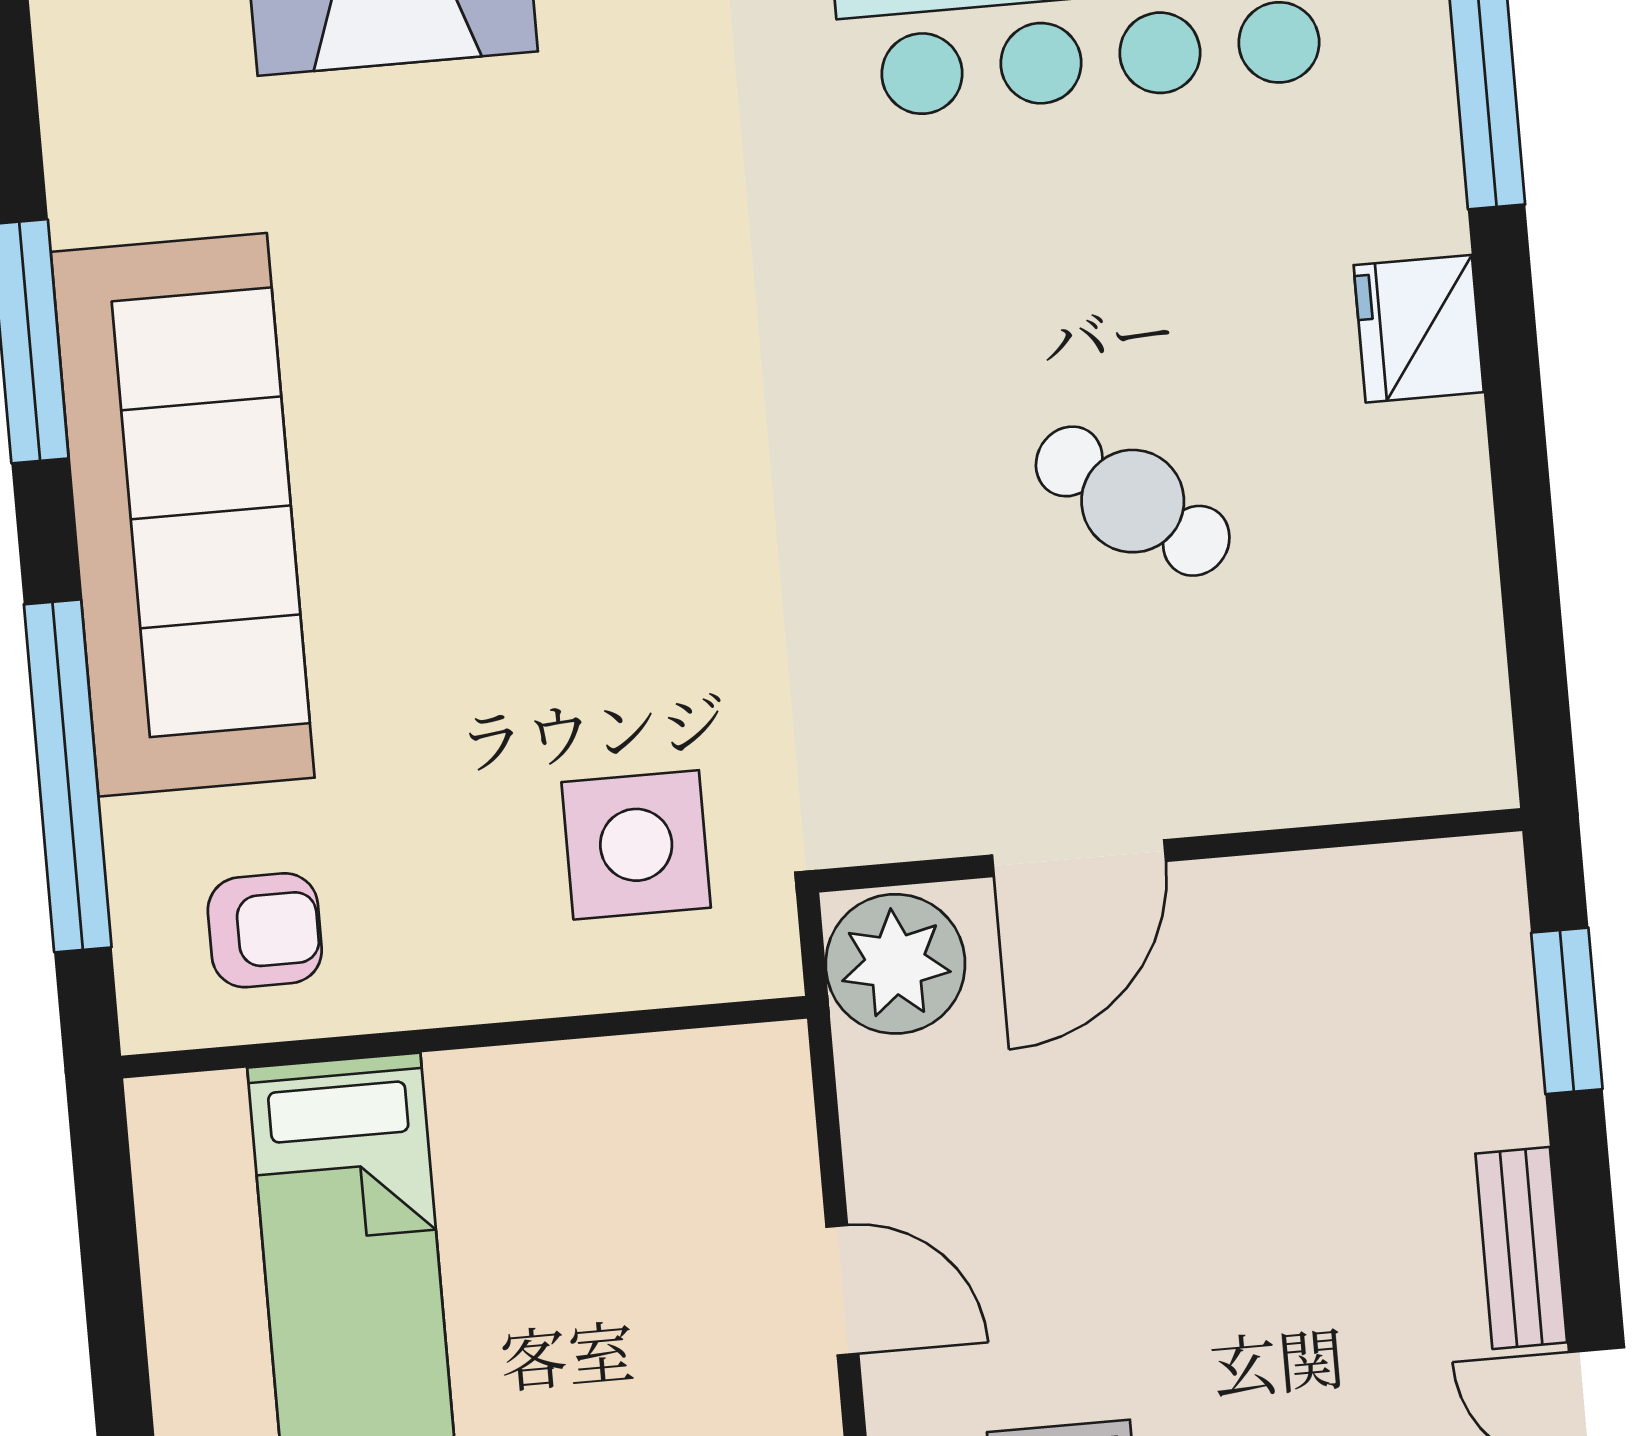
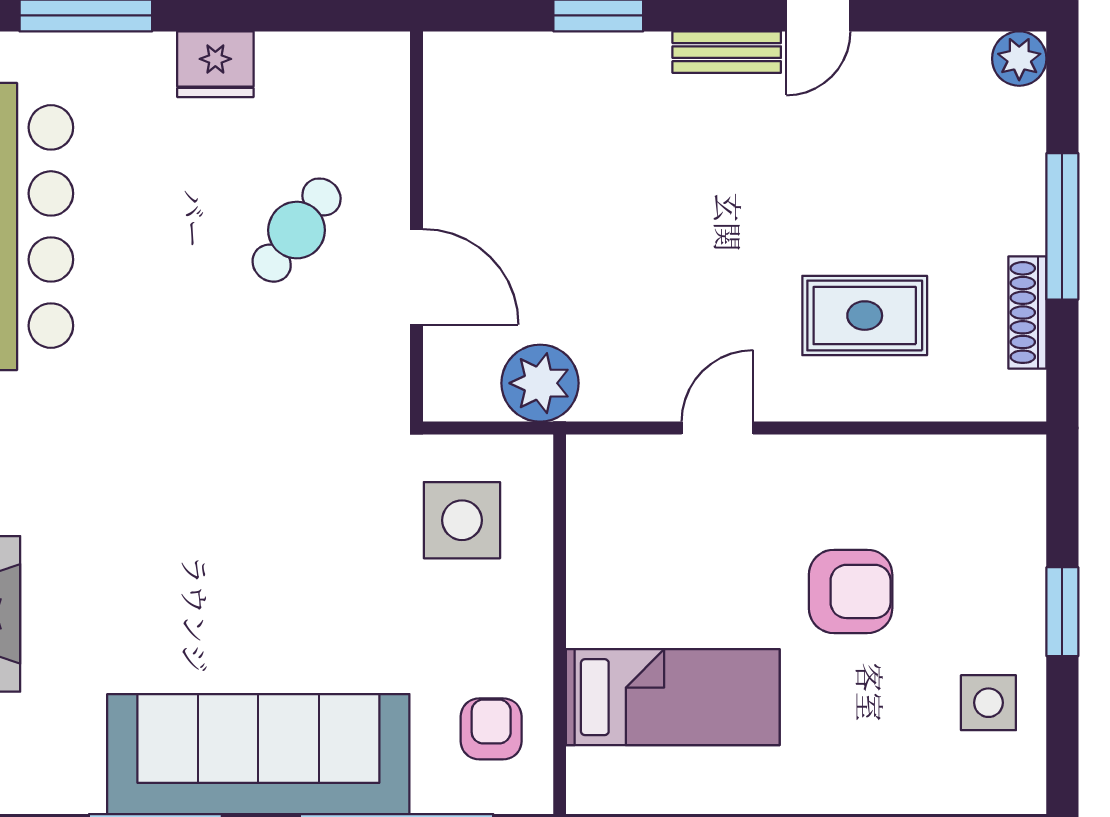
wall: (1170, 850) -> (416, 227), moved
door: (1079, 858) -> (416, 277), moved

